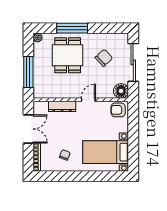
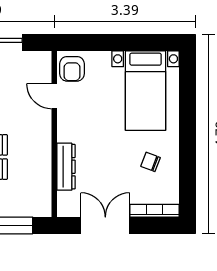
floor lamp: (121, 91) -> (39, 64), removed
door: (88, 100) -> (54, 96), moved

